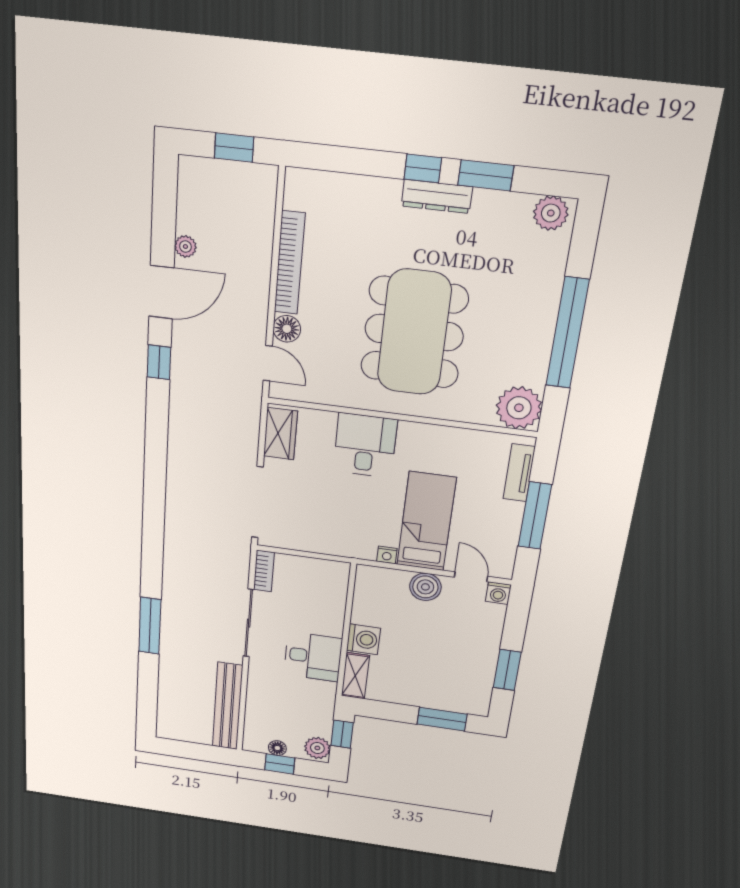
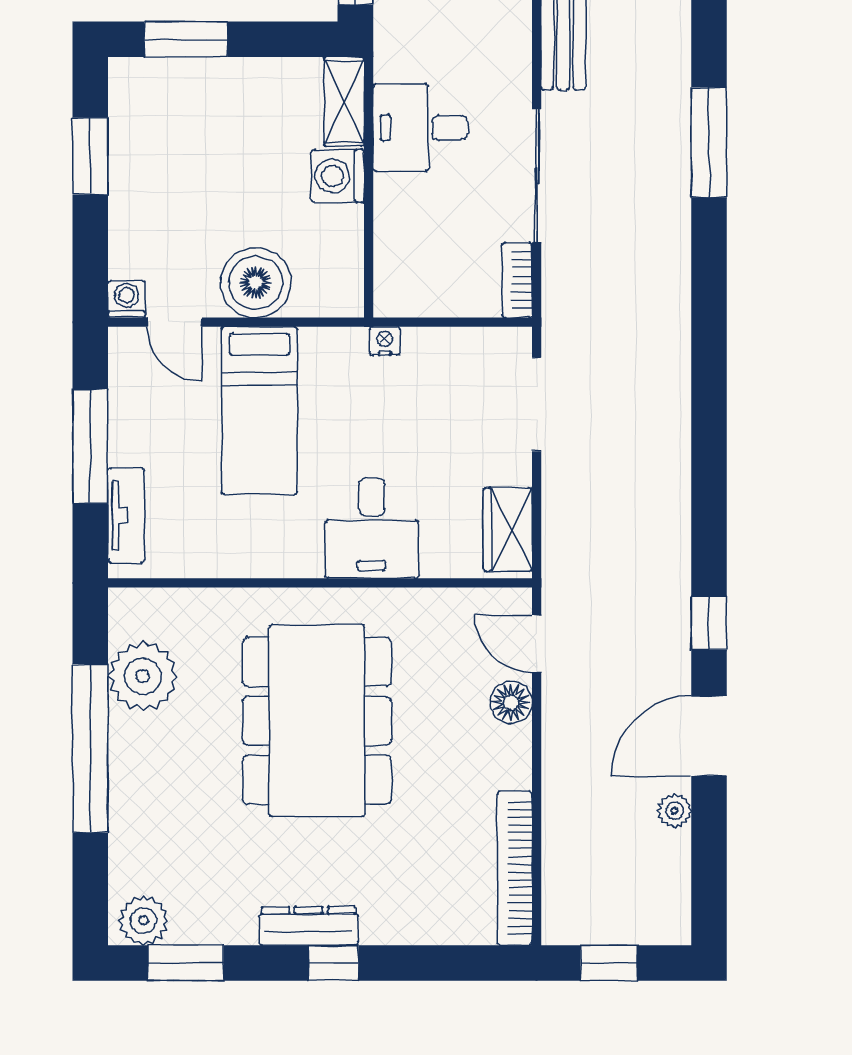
window: (486, 175) -> (186, 963), moved
bookcase: (290, 263) -> (515, 868), moved
plant: (519, 408) -> (143, 676), moved
doorway: (257, 502) -> (537, 404), width x0.73
nightstand: (387, 555) -> (385, 341), moved
boiler: (425, 587) -> (256, 283), width x1.37, depth x1.37

